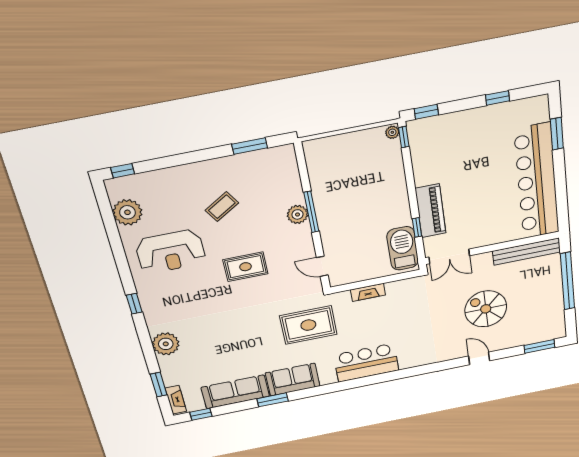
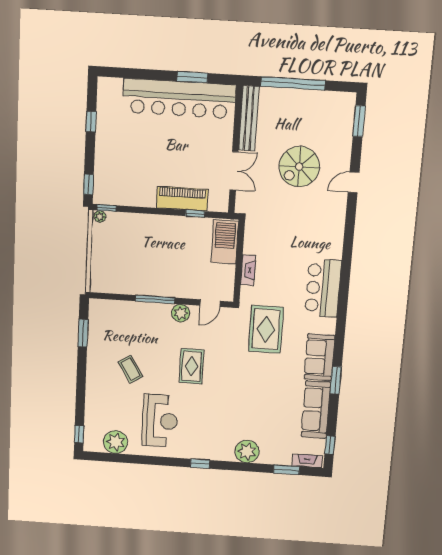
window: (557, 134) -> (192, 77), moved
plant: (298, 214) -> (181, 313), moved
barbecue: (403, 248) -> (225, 242), moved, turned 90
double door: (449, 256) -> (234, 171), moved

